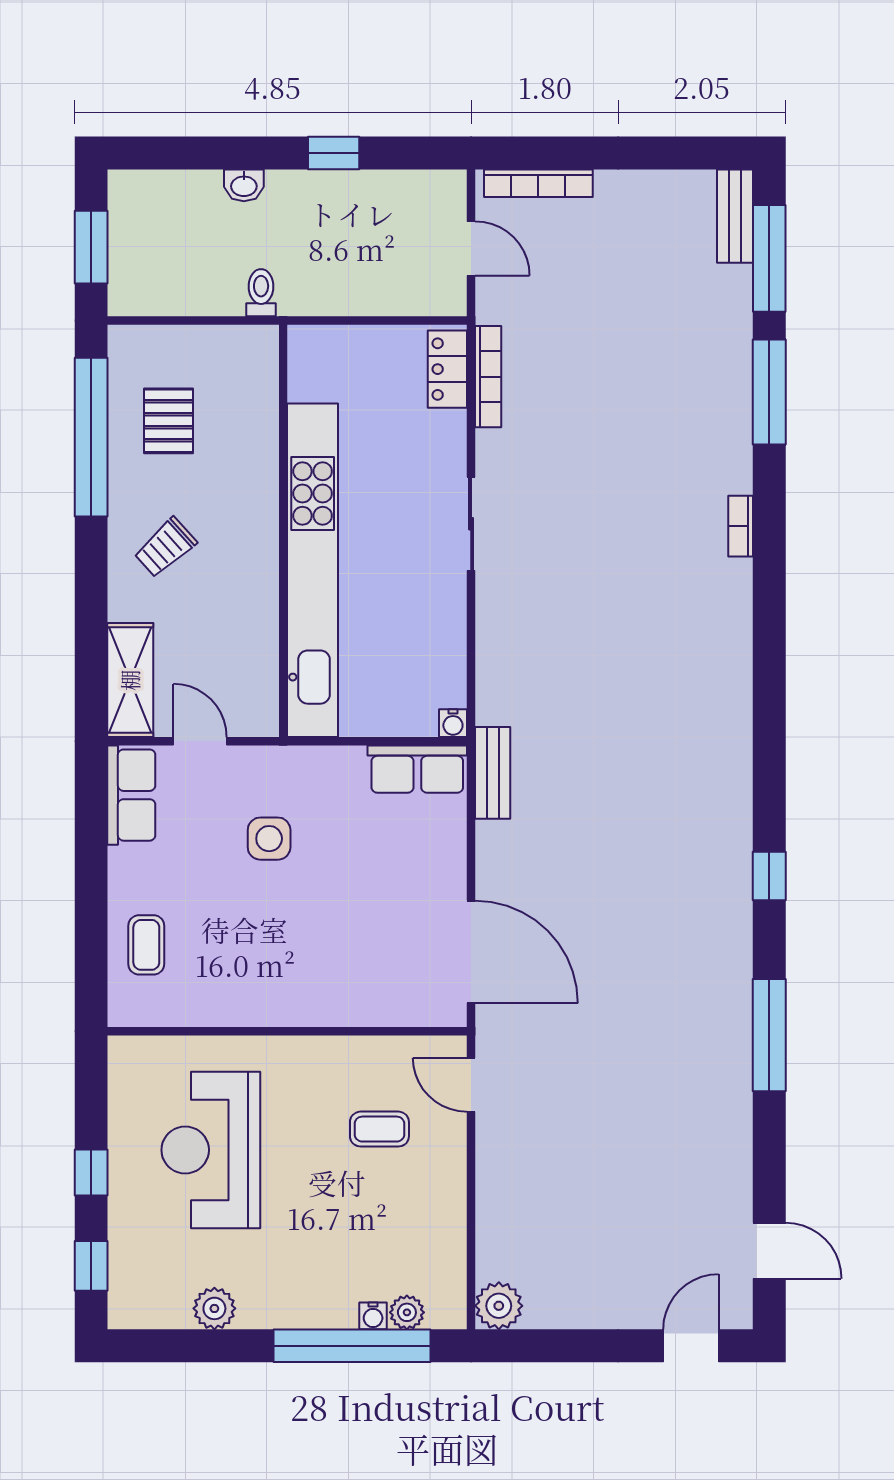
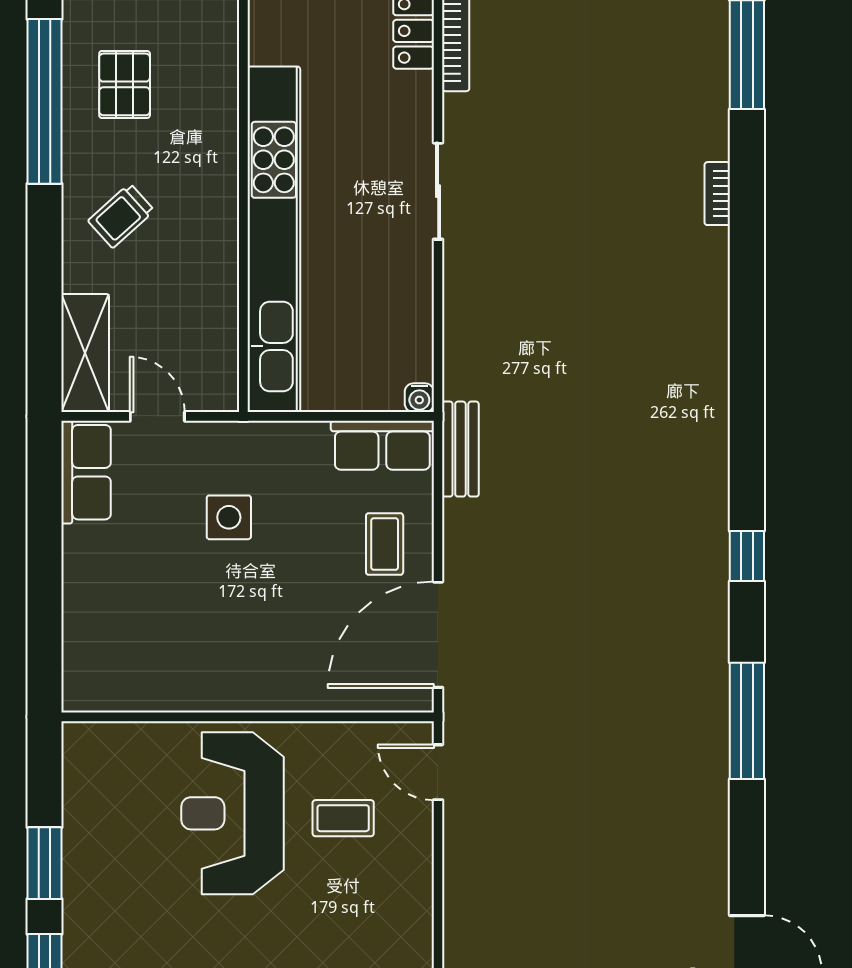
coffee table: (146, 945) -> (385, 544), moved
door: (471, 952) -> (438, 635), swing flipped
reception desk: (211, 1150) -> (232, 813), moved
window: (91, 1172) -> (44, 863), width x1.50

